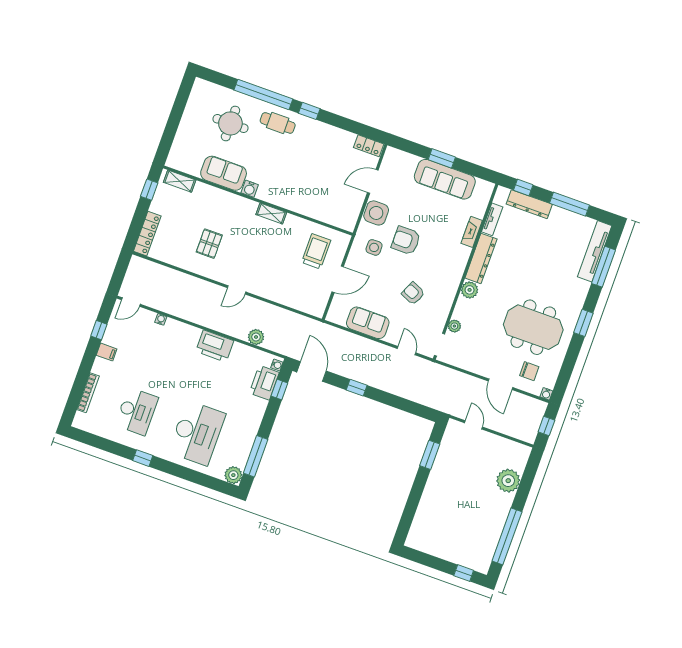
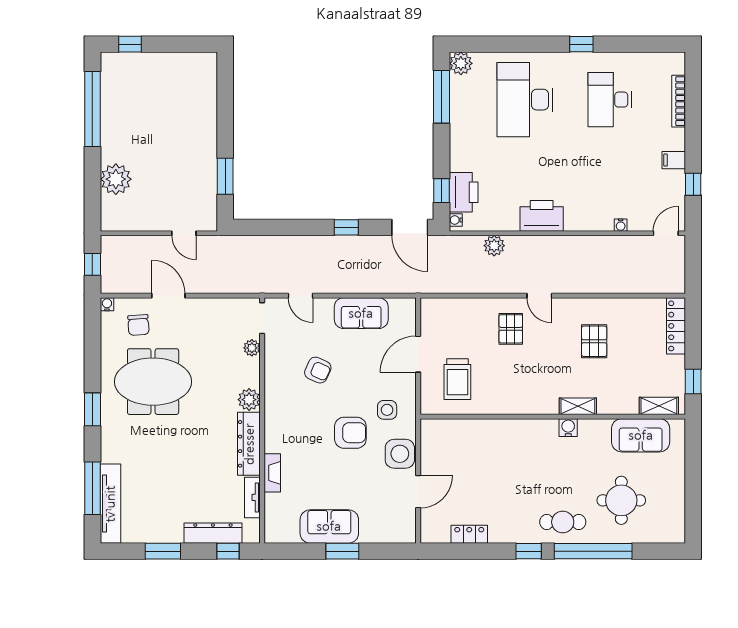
locker: (369, 146) -> (469, 534), moved
sofa: (224, 173) -> (641, 435), moved
sofa: (445, 179) -> (329, 526), width x0.73
window: (569, 204) -> (163, 551), width x0.69
shelving: (271, 214) -> (578, 406), moved
pallet: (265, 274) -> (511, 329), added
door: (237, 290) -> (539, 296), swing flipped
chair: (529, 371) -> (138, 325), turned -94

